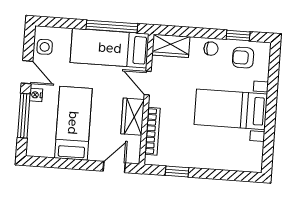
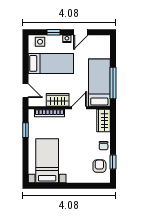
side table: (45, 47) -> (40, 42), moved
bed with nightstands: (231, 109) -> (47, 161), moved
window: (24, 116) -> (53, 32), width x0.46

